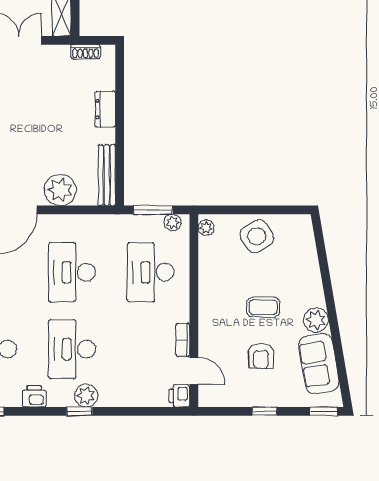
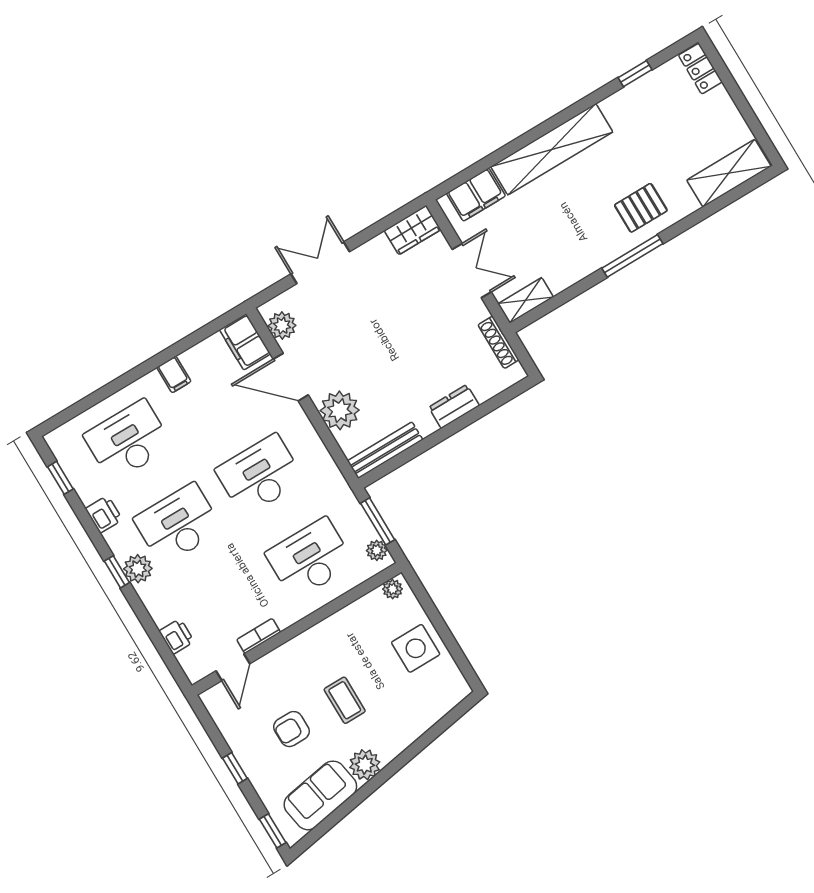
shoe rack: (86, 52) -> (498, 342), width x1.43
side table: (257, 236) -> (416, 648), turned 31
printer: (179, 396) -> (177, 636), moved, turned 90

